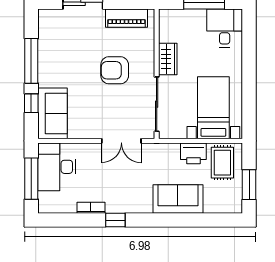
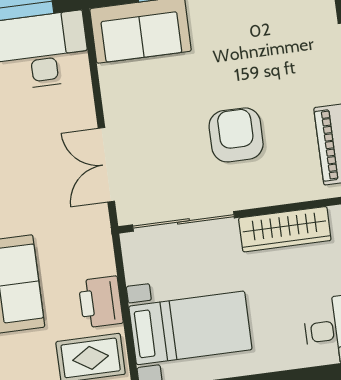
wardrobe: (168, 59) -> (285, 229), width x1.50

